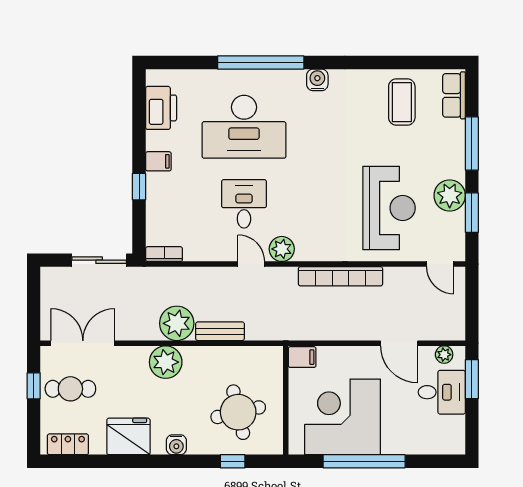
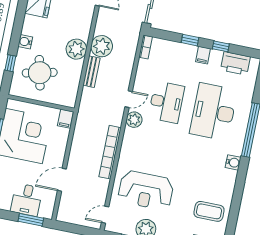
window: (139, 136) -> (221, 46), added
desk: (244, 204) -> (166, 102), width x1.37
plant: (444, 355) -> (49, 206), removed
plant: (166, 362) -> (76, 49), moved
water cooler: (176, 445) -> (25, 42), moved

